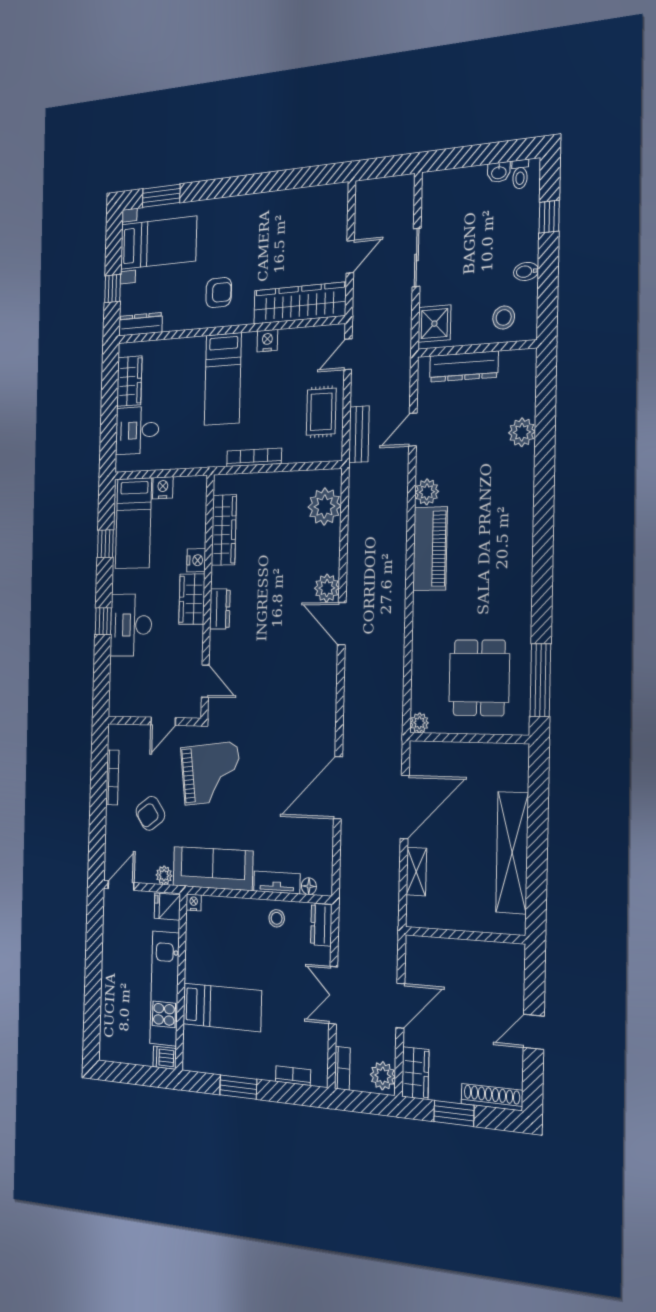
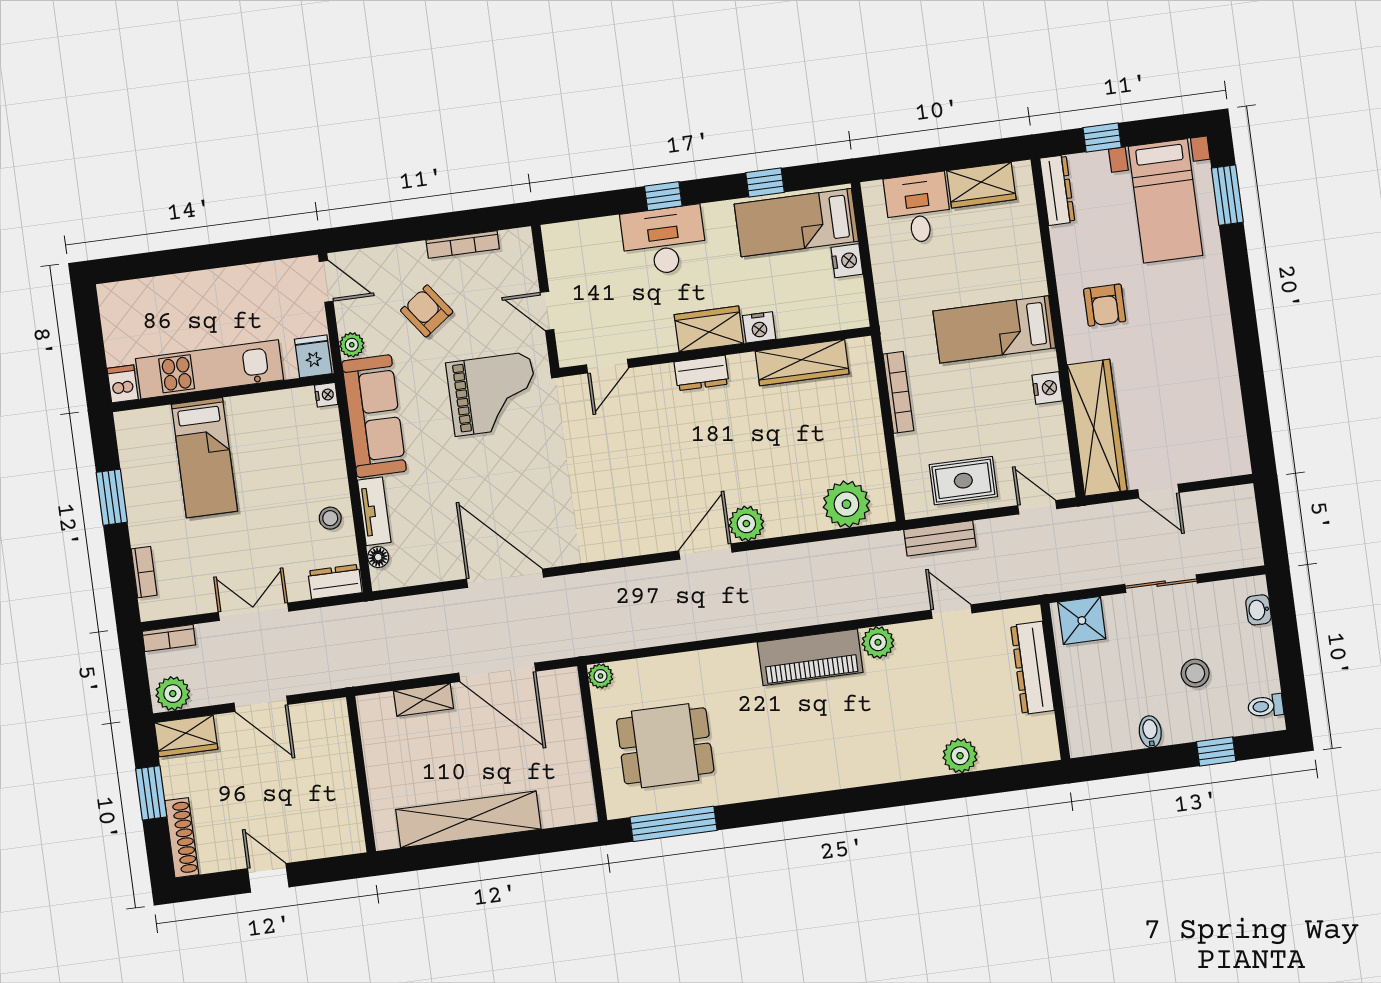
washbasin: (499, 172) -> (1258, 610), moved
stool: (504, 317) -> (1195, 673), moved
grand piano: (211, 773) -> (493, 394), turned -83

